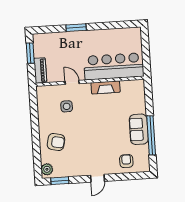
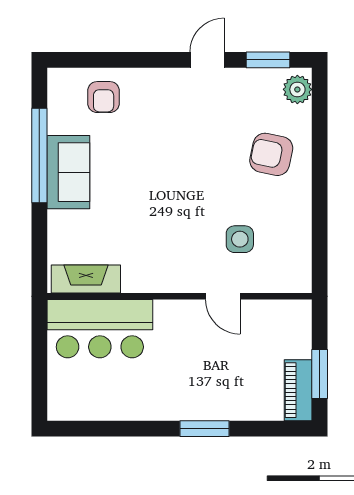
bar counter: (114, 66) -> (100, 329), width x0.73
piano: (40, 70) -> (298, 390), moved
fireplace: (106, 87) -> (86, 279), moved
door: (97, 178) -> (207, 60), moved

